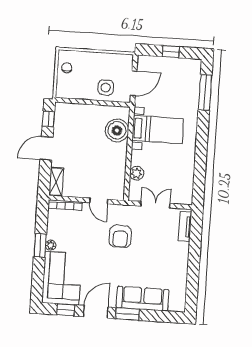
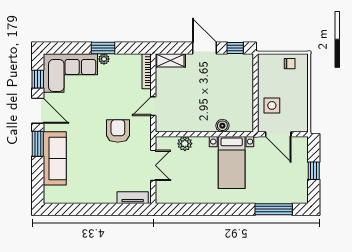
boiler: (117, 130) -> (222, 126), width x0.54, depth x0.54
armchair: (120, 236) -> (118, 131), turned 90

